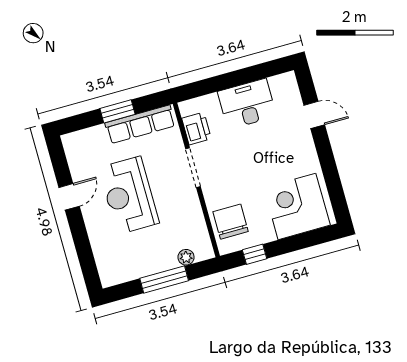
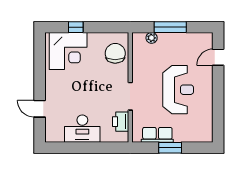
row of seats: (140, 124) -> (157, 135), width x0.68
door: (69, 197) -> (218, 57), moved
chair: (231, 222) -> (115, 53), turned 180
window: (255, 254) -> (76, 27), moved

